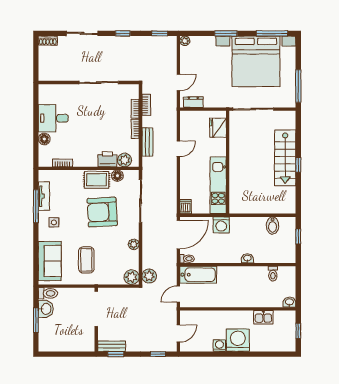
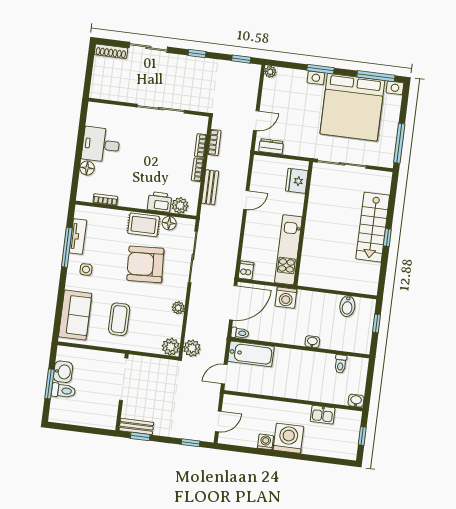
shoe rack: (48, 41) -> (111, 51), width x1.43
toilet: (48, 293) -> (63, 391), moved

